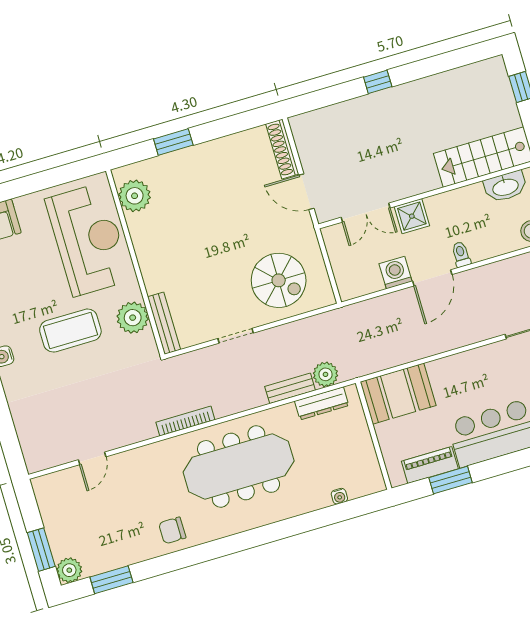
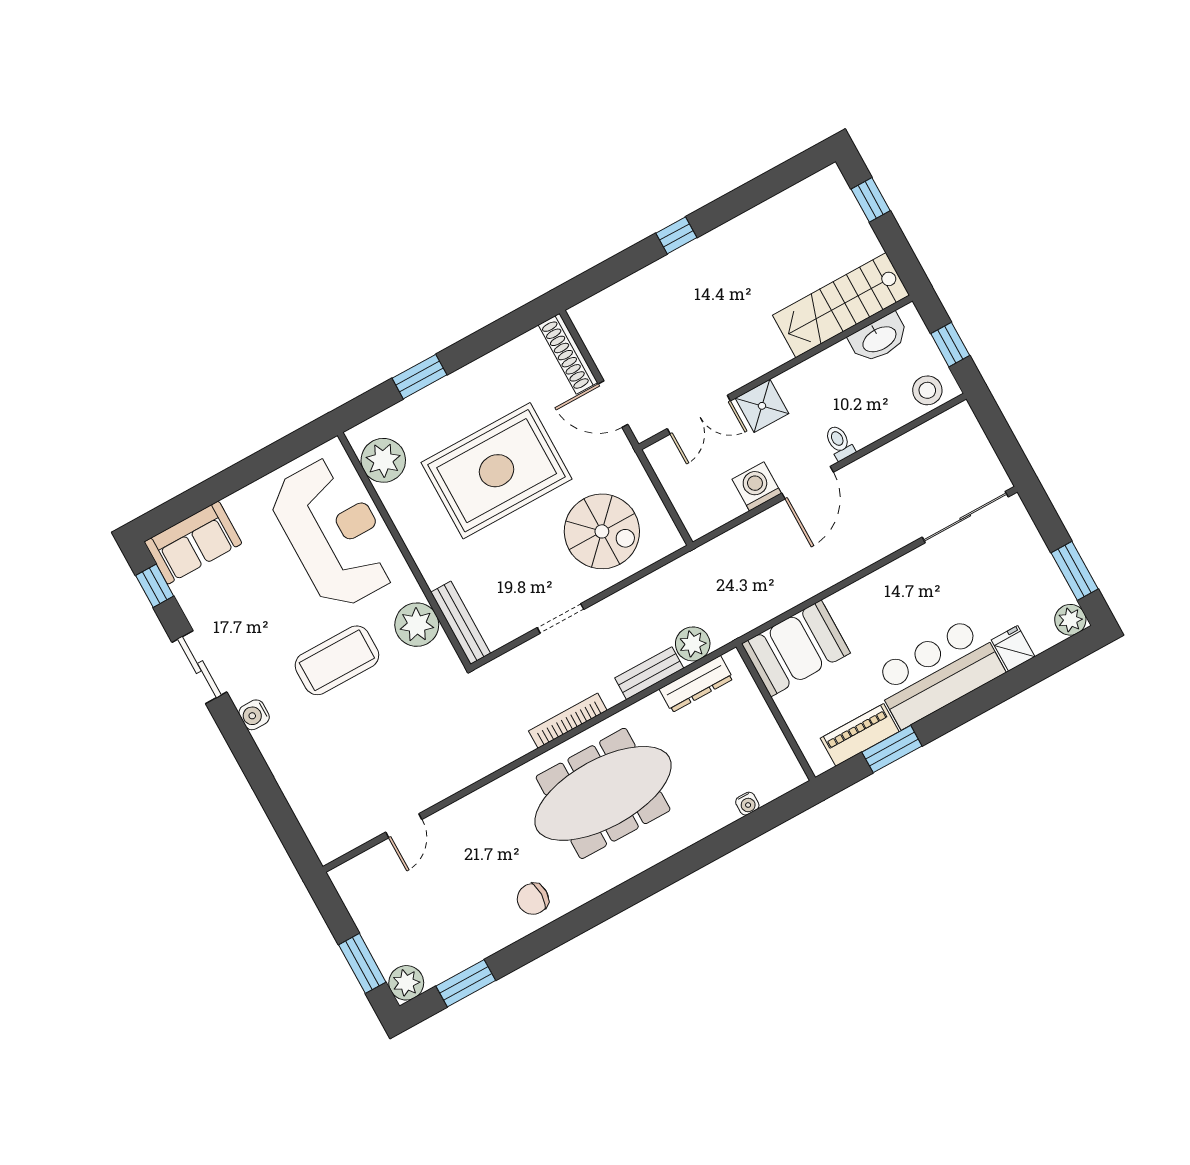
rug: (213, 221) -> (497, 471), added
bookcase: (185, 421) -> (568, 721), moved

